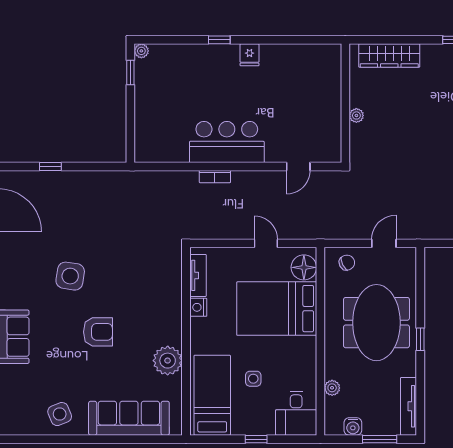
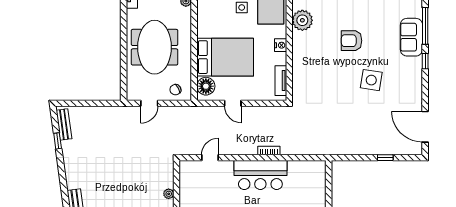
nightstand: (198, 307) -> (281, 45), moved
window: (420, 339) -> (124, 35), removed

